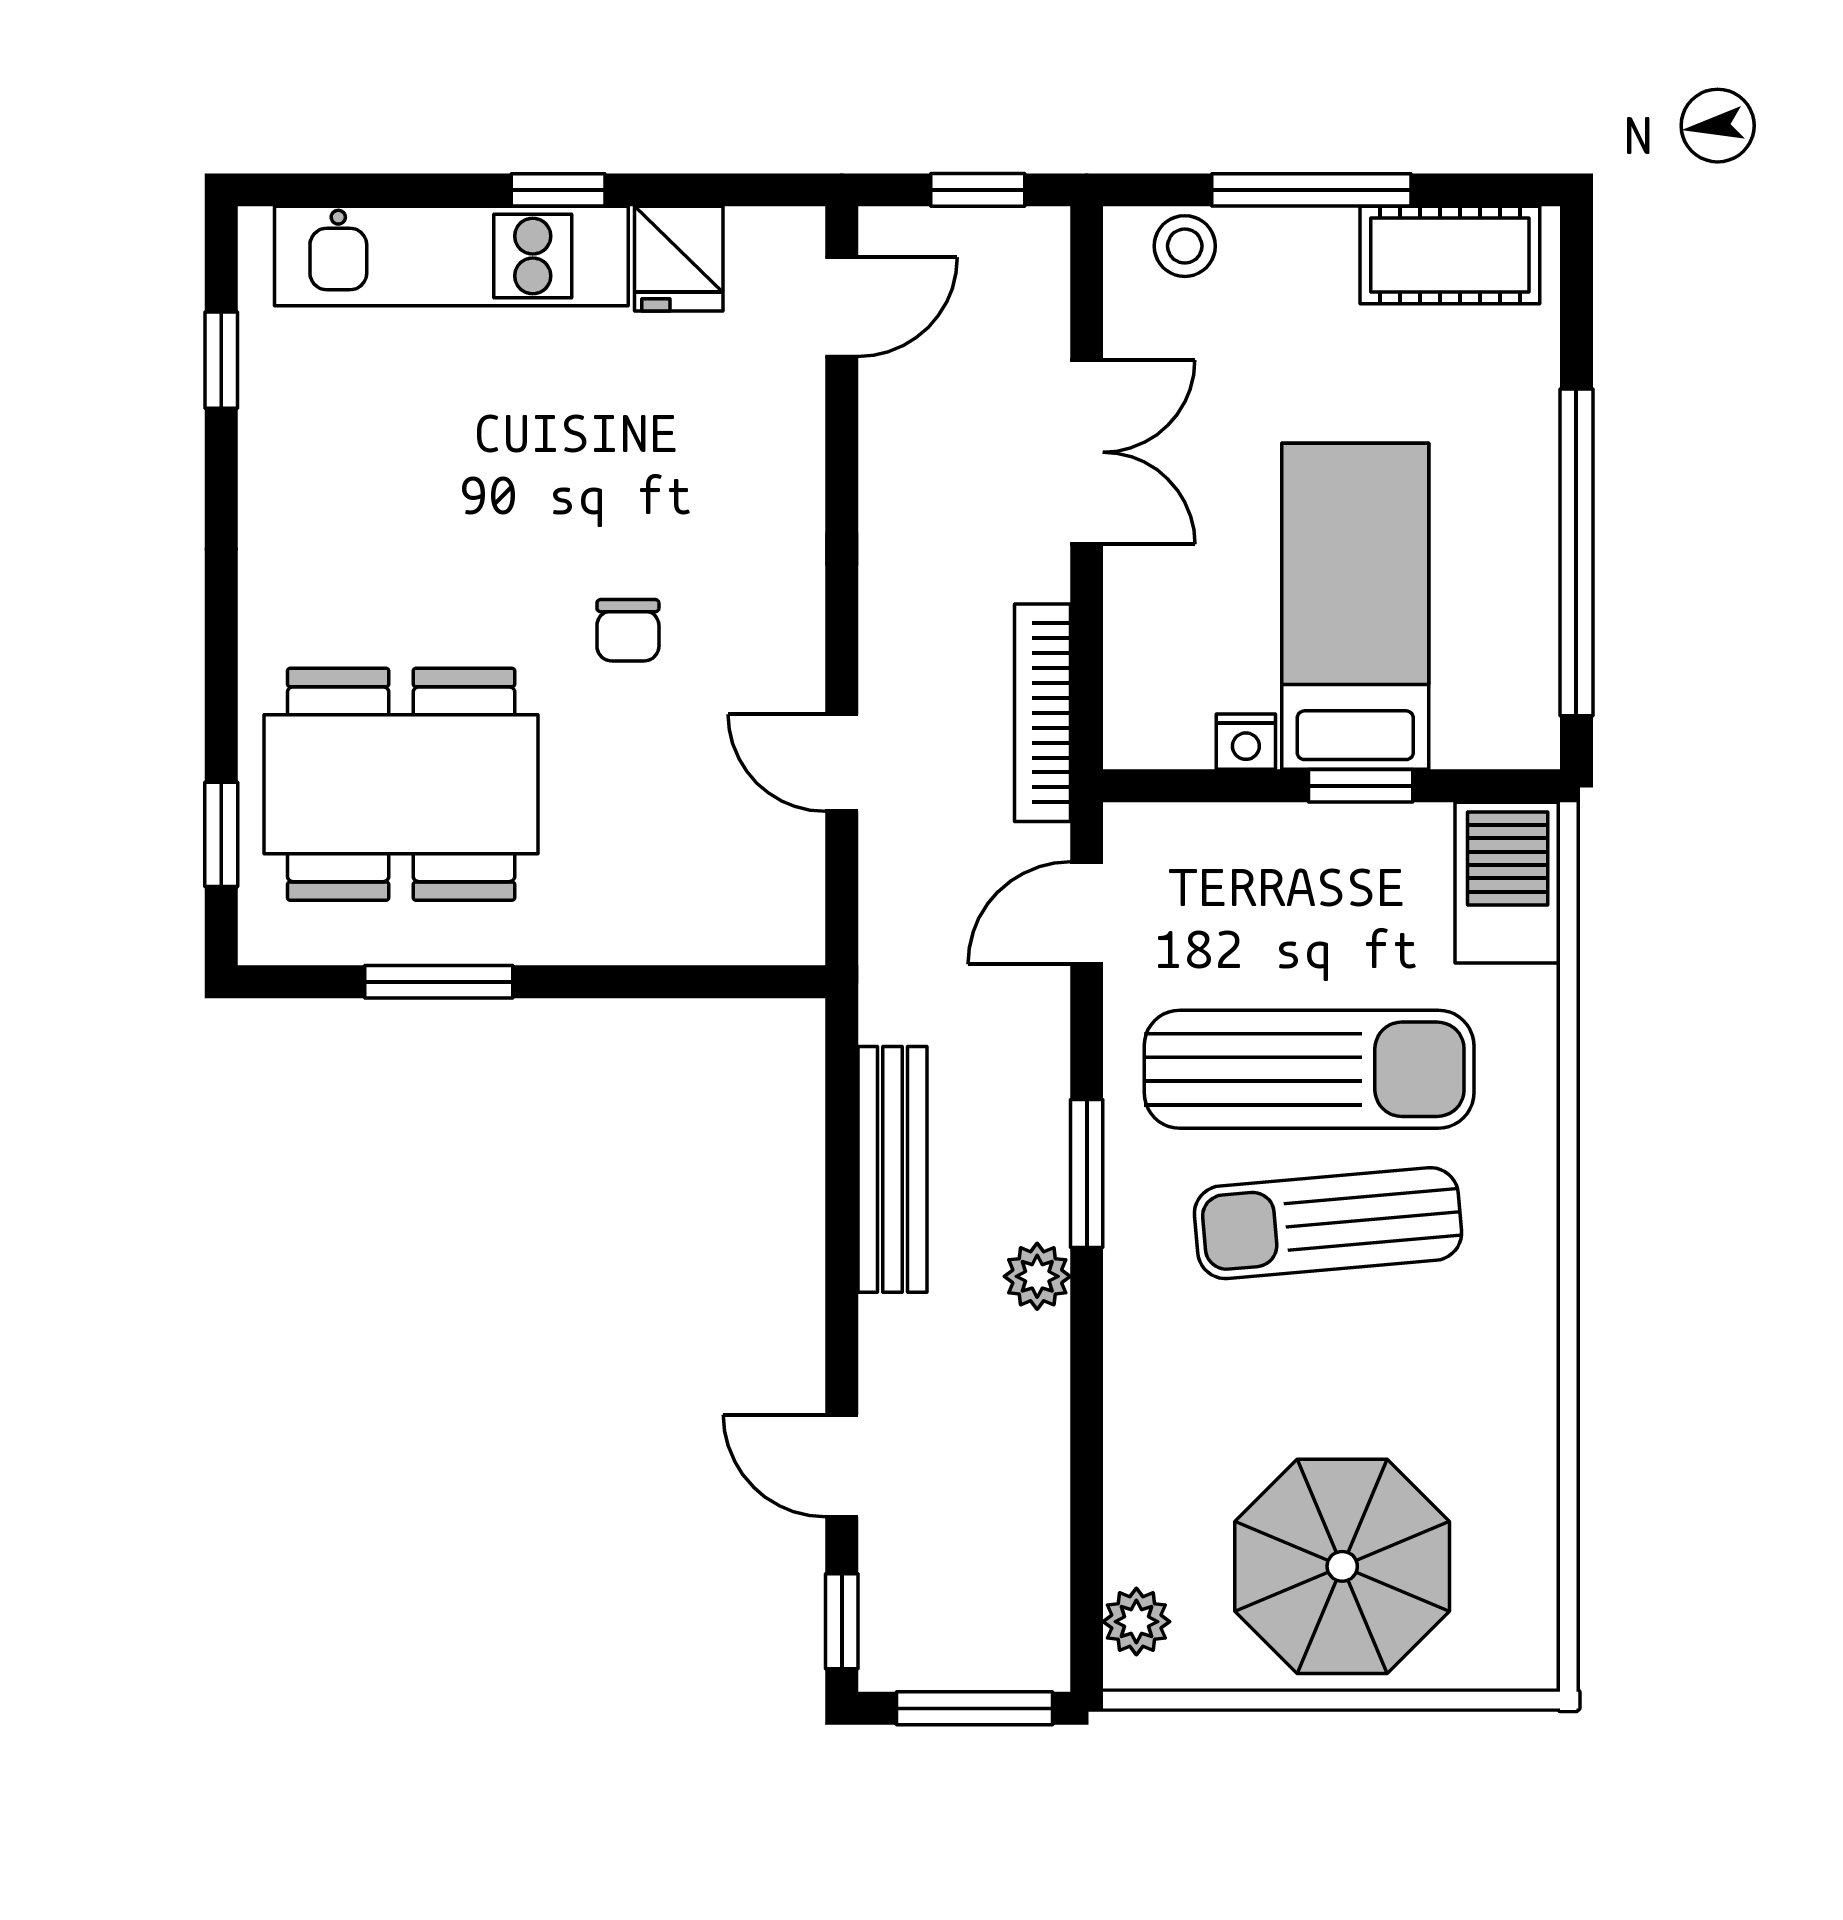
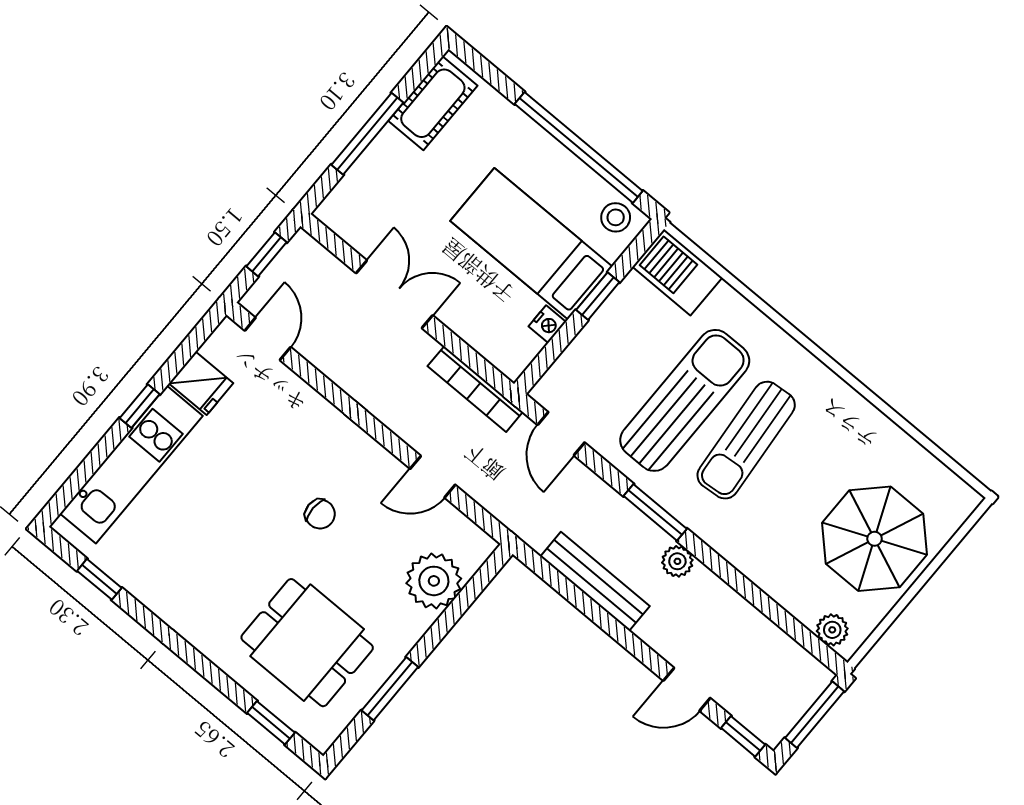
stool: (1185, 246) -> (616, 217), moved
dining table: (401, 784) -> (307, 643), width x0.73
plant: (674, 907) -> (434, 581), added

